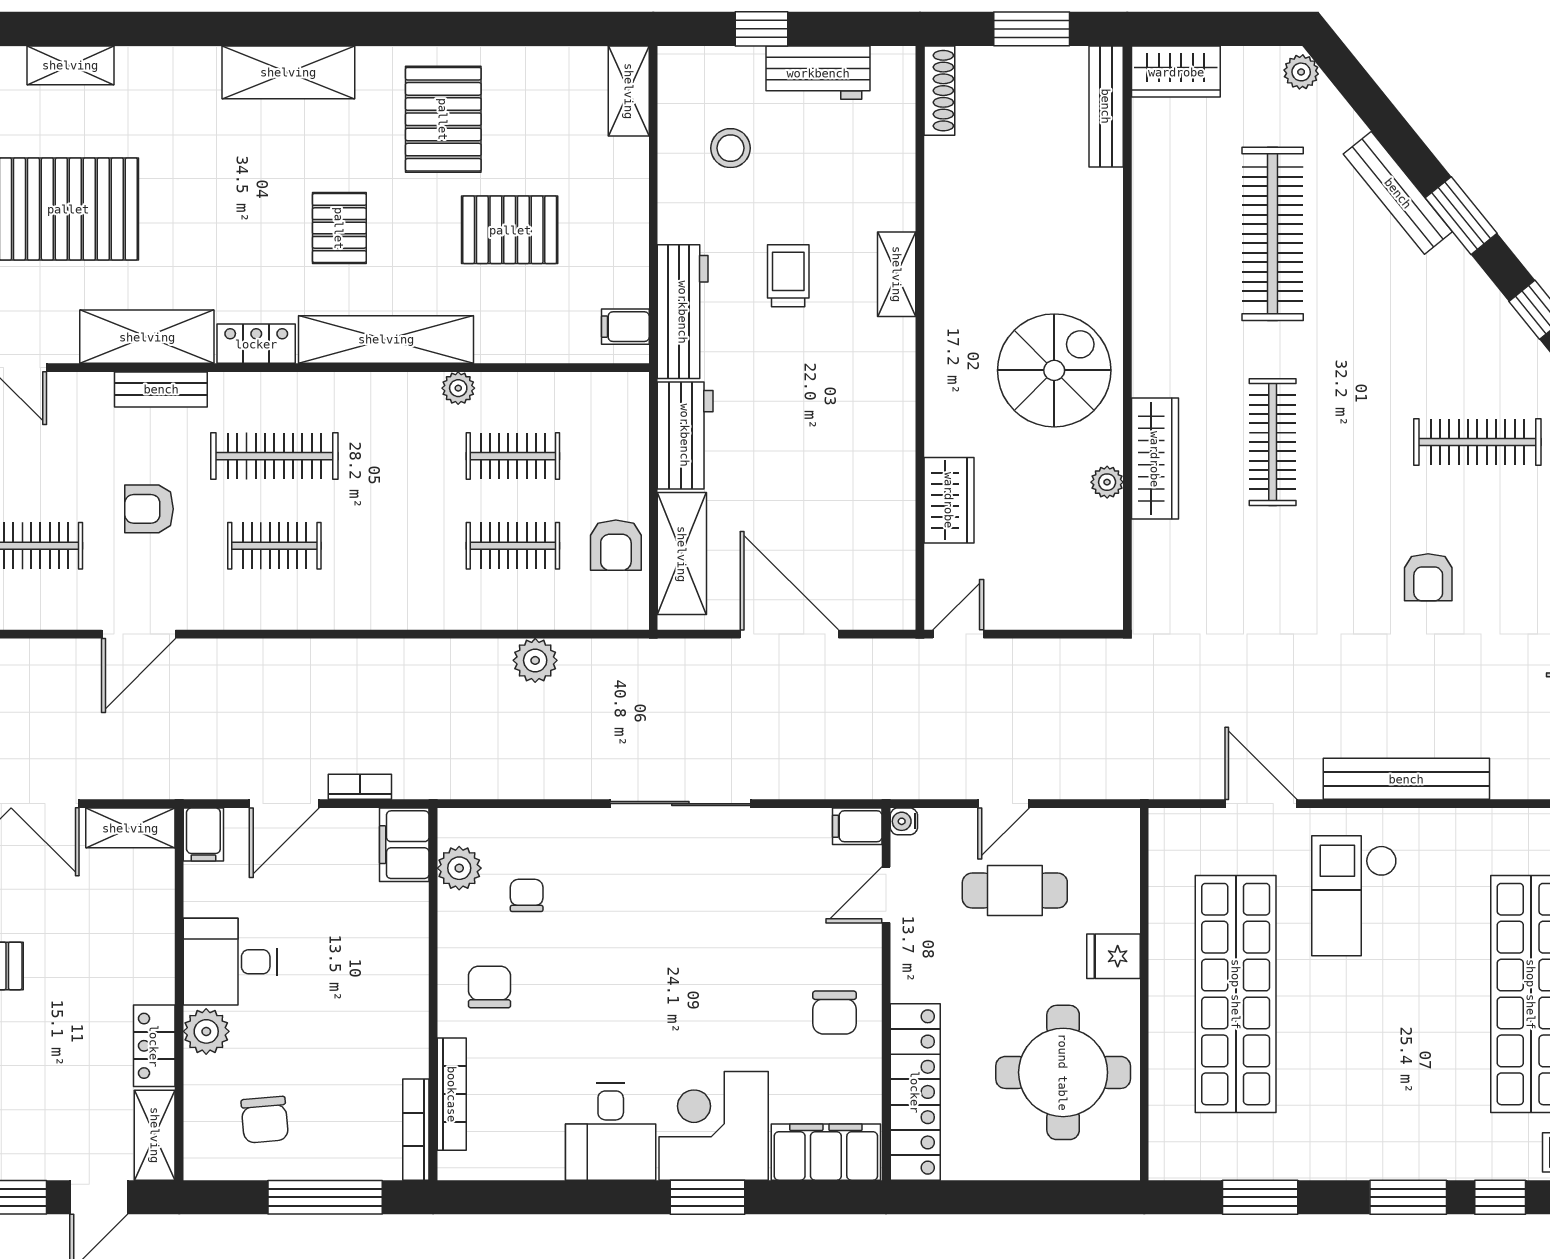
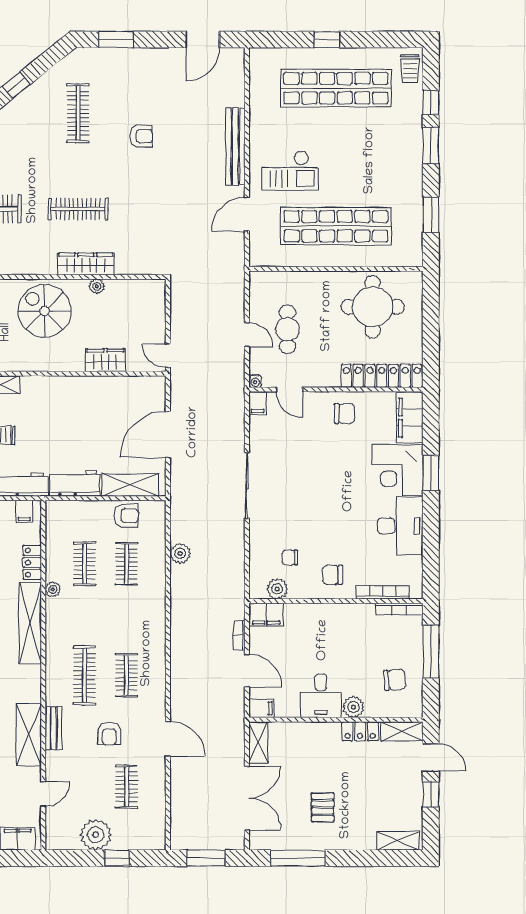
locker: (256, 344) -> (32, 562), moved
fridge: (1113, 956) -> (318, 283), removed
desk: (611, 1132) -> (400, 526), width x1.37

